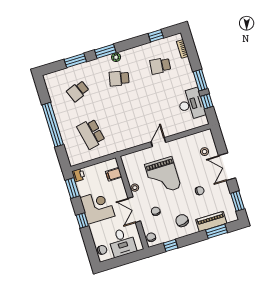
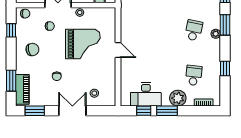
window: (156, 36) -> (225, 69), moved
plant: (186, 74) -> (178, 98), added
grand piano: (163, 176) -> (83, 44), turned 180
piano: (211, 222) -> (22, 89), moved

